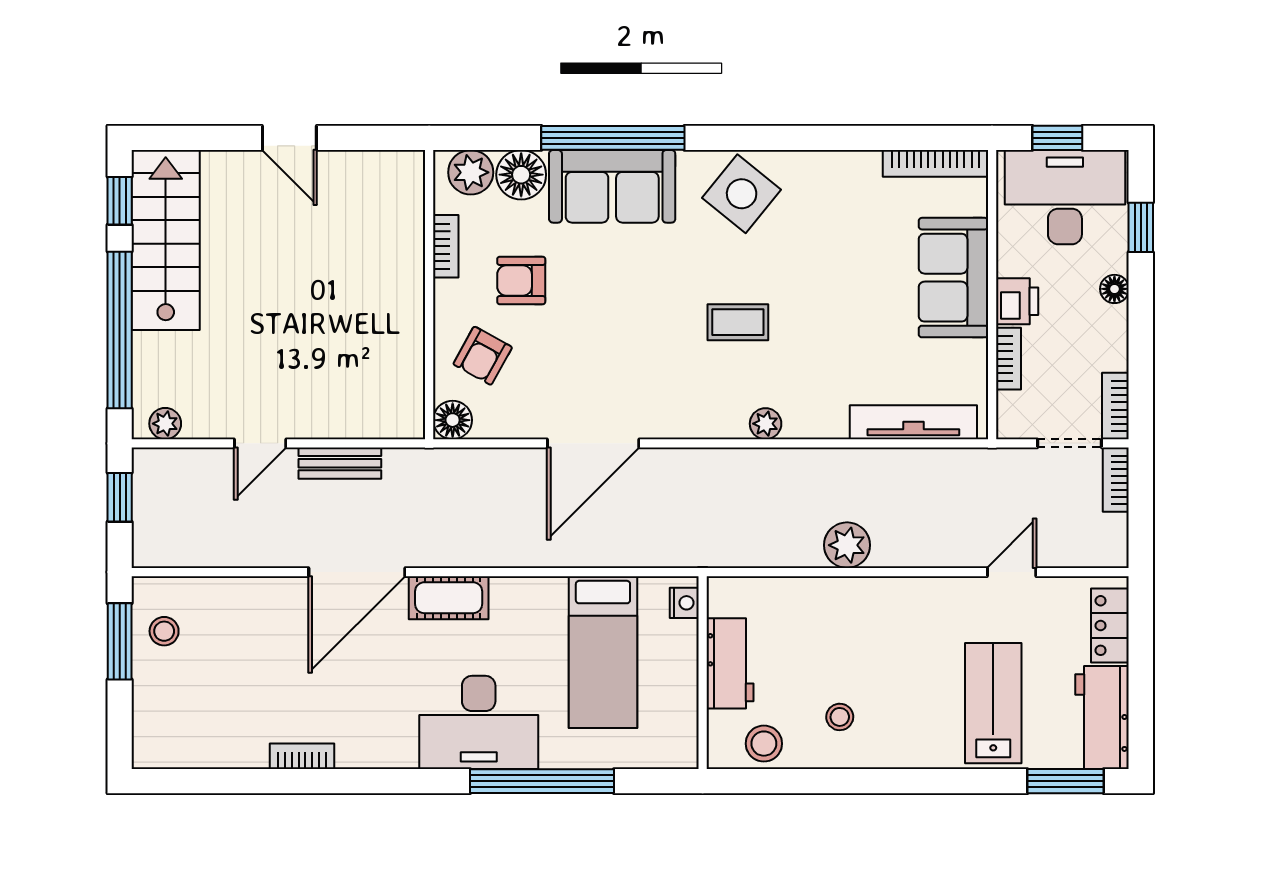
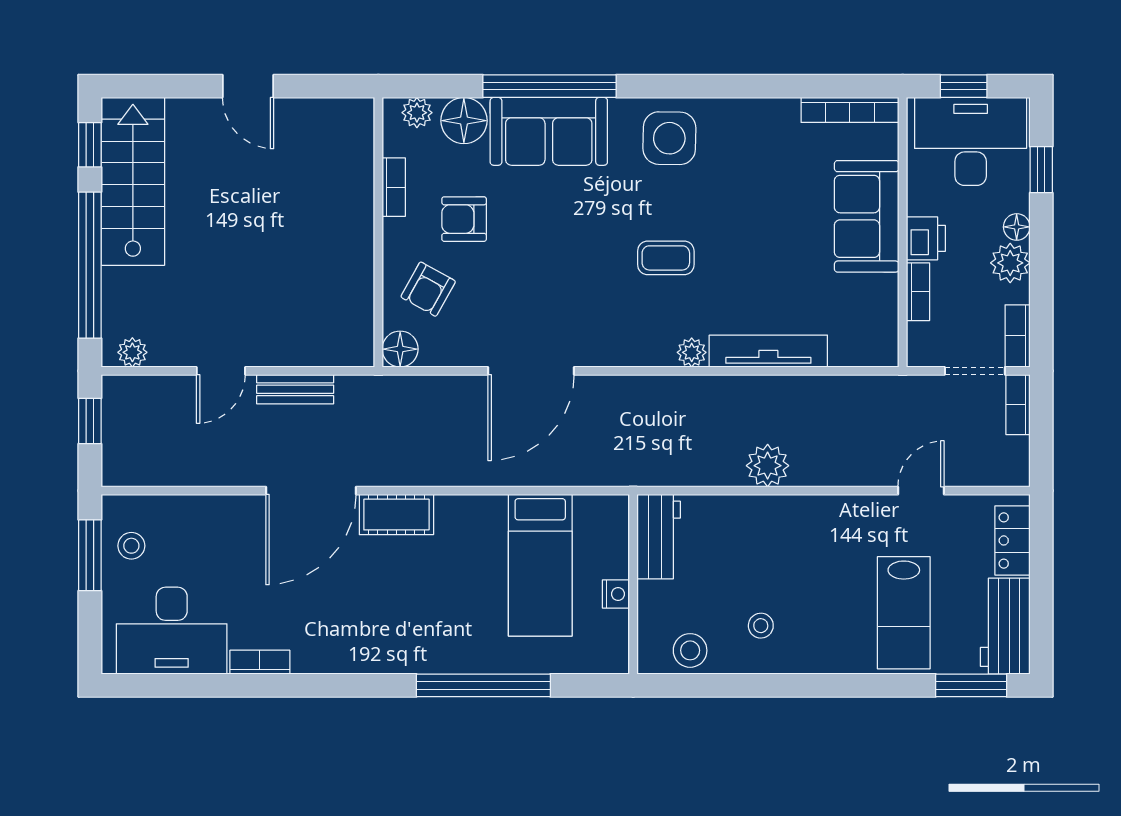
plant: (471, 172) -> (417, 113), width x0.73, depth x0.73
side table: (742, 194) -> (669, 138), turned -38
plant: (1108, 328) -> (1010, 263), added
tv unit: (913, 422) -> (768, 351), moved
nightstand: (684, 603) -> (616, 594), moved
workbench: (730, 663) -> (659, 537), moved
lab bench: (993, 703) -> (904, 613), turned 180
desk: (479, 722) -> (172, 631), moved

